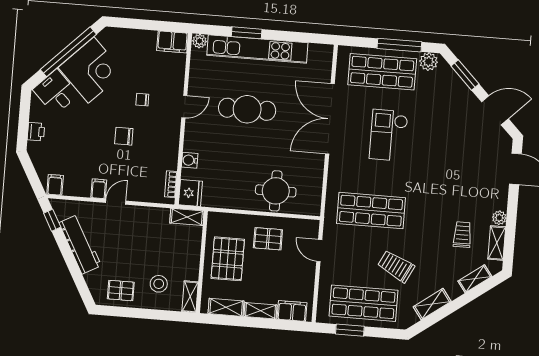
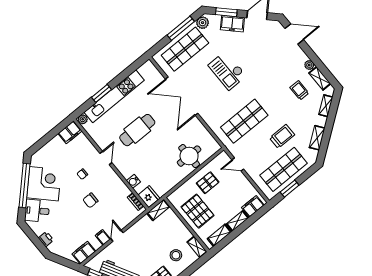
freezer: (460, 94) -> (232, 24), added
checkout: (389, 135) -> (227, 71), moved
filing cabinet: (55, 185) -> (84, 253), width x2.00
trolley: (396, 266) -> (282, 136), turned 153

